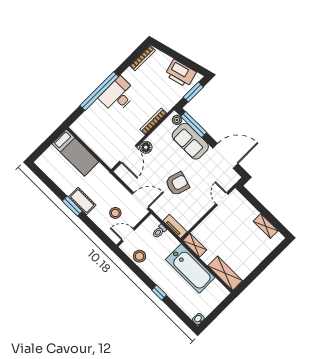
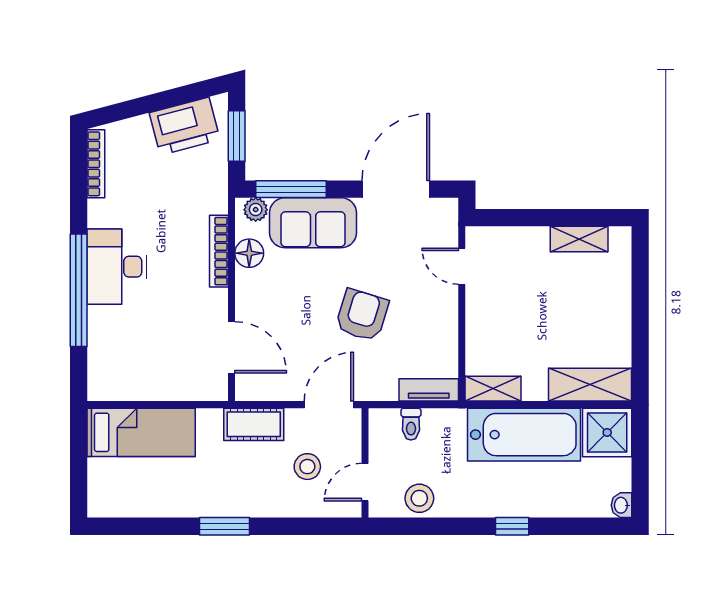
floor lamp: (146, 147) -> (249, 253), moved
cot: (82, 201) -> (254, 424), moved
shower: (216, 293) -> (607, 432), added

